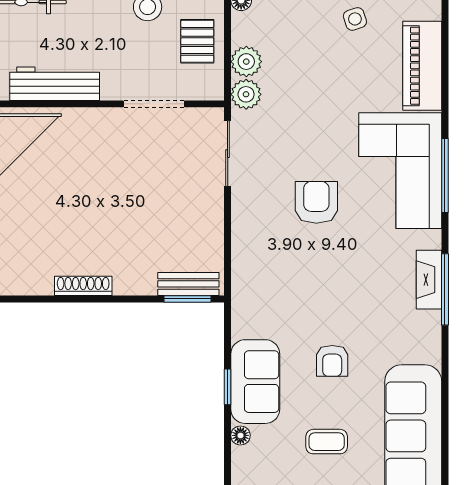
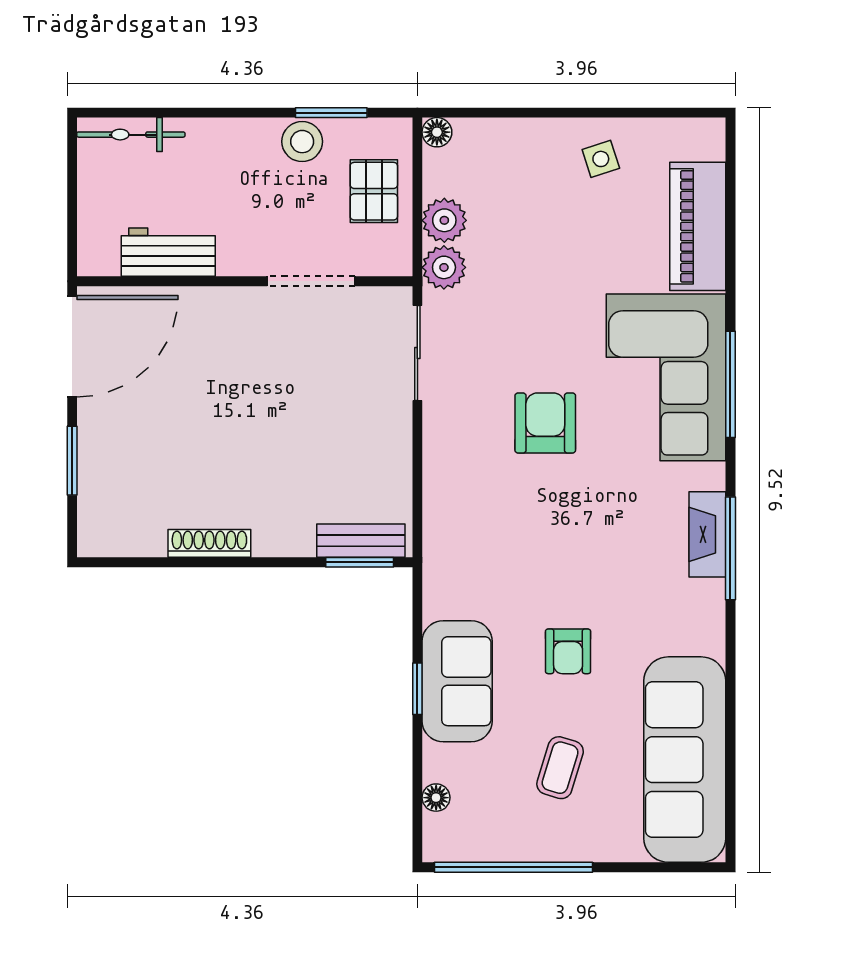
workbench: (55, 84) -> (168, 252), width x0.73
floor lamp: (240, 435) -> (436, 798), moved
coffee table: (327, 442) -> (560, 768), turned -73

